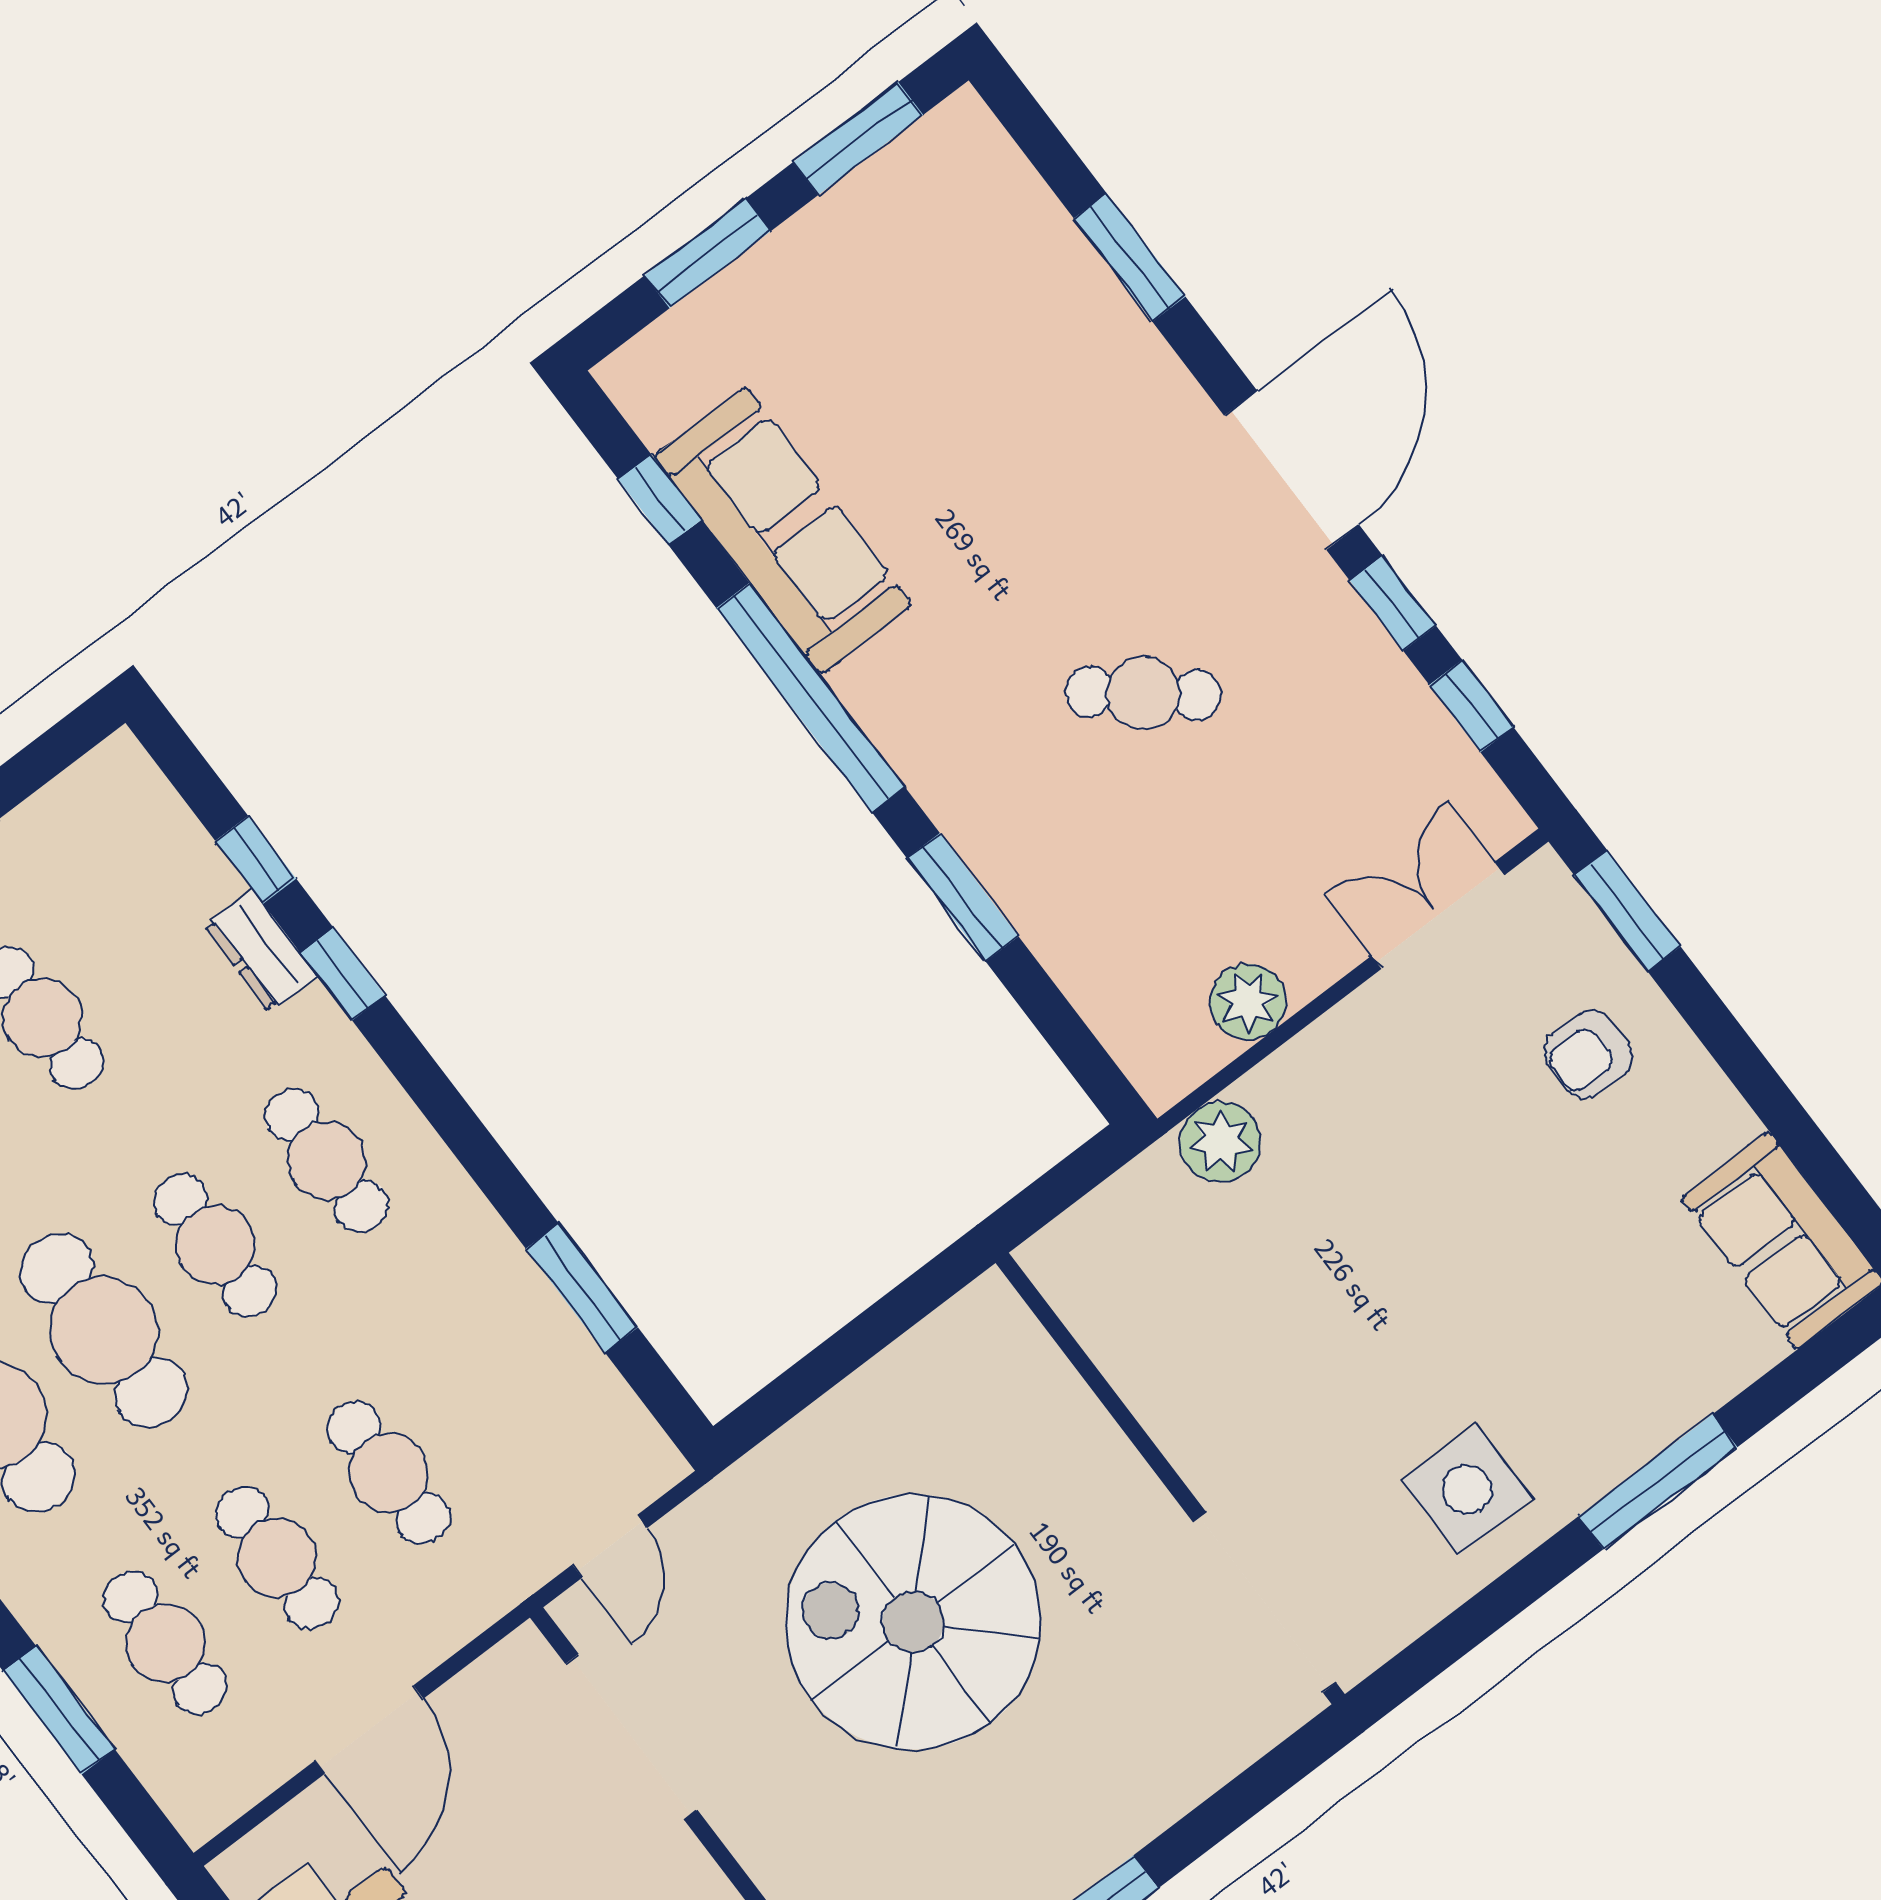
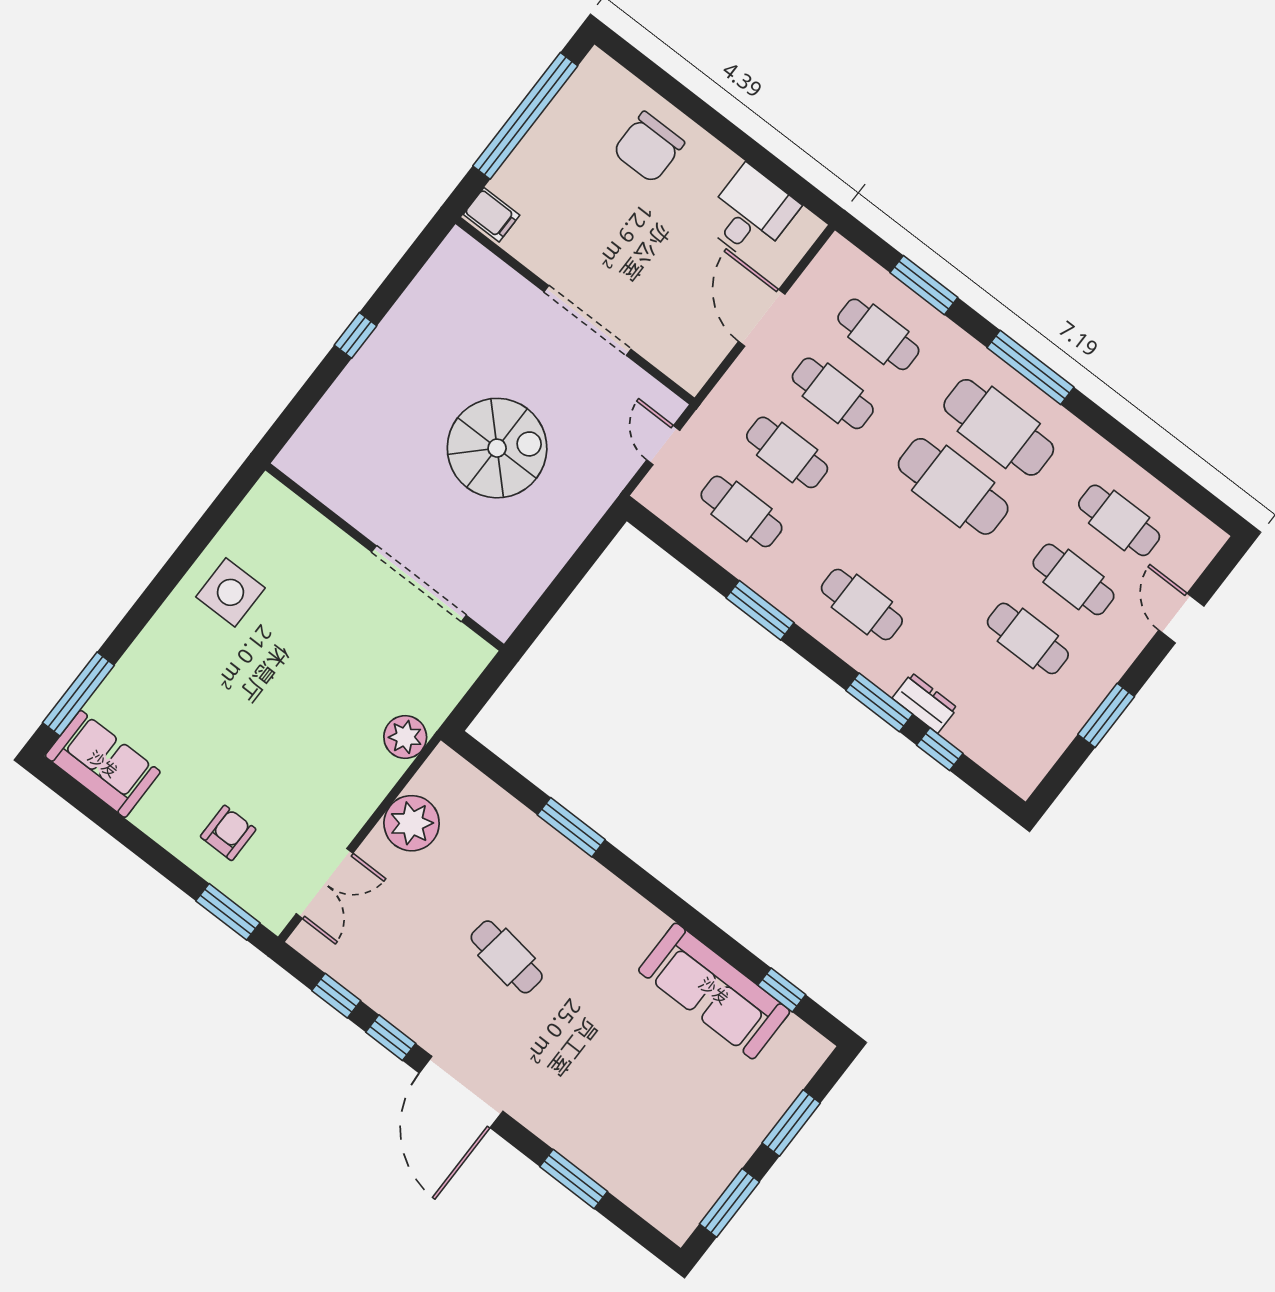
cafe table: (1143, 693) -> (507, 957), turned 59
window: (811, 698) -> (677, 909), removed
window: (343, 974) -> (879, 702), width x1.50
plant: (1248, 1002) -> (412, 823), width x1.36, depth x1.36
cafe table: (215, 1245) -> (741, 511), moved
window: (582, 1288) -> (760, 610), moved
window: (1658, 1482) -> (78, 694), moved
doorway: (1265, 1603) -> (419, 584), moved
spiral stairs: (913, 1622) -> (497, 448), width x0.73, depth x0.73
doorway: (631, 1737) -> (588, 320), moved

